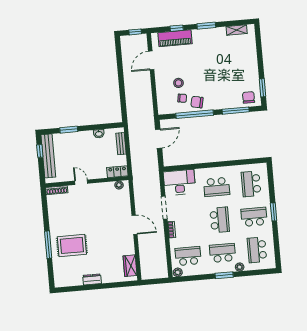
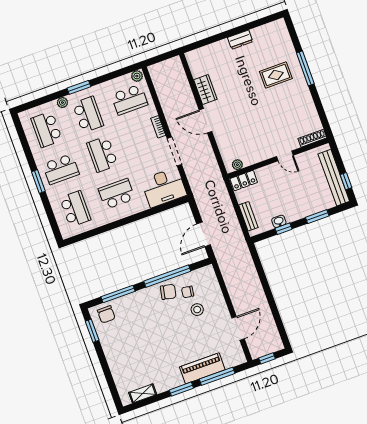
window: (177, 28) -> (217, 376), width x2.17
piano: (175, 38) -> (202, 368), moved
window: (97, 127) -> (284, 229), added
rug: (72, 245) -> (276, 75), width x0.73, depth x0.70
school desk: (257, 250) -> (47, 129), turned 180
school desk: (223, 253) -> (88, 114), turned -90
wardrobe: (130, 266) -> (205, 90), moved

